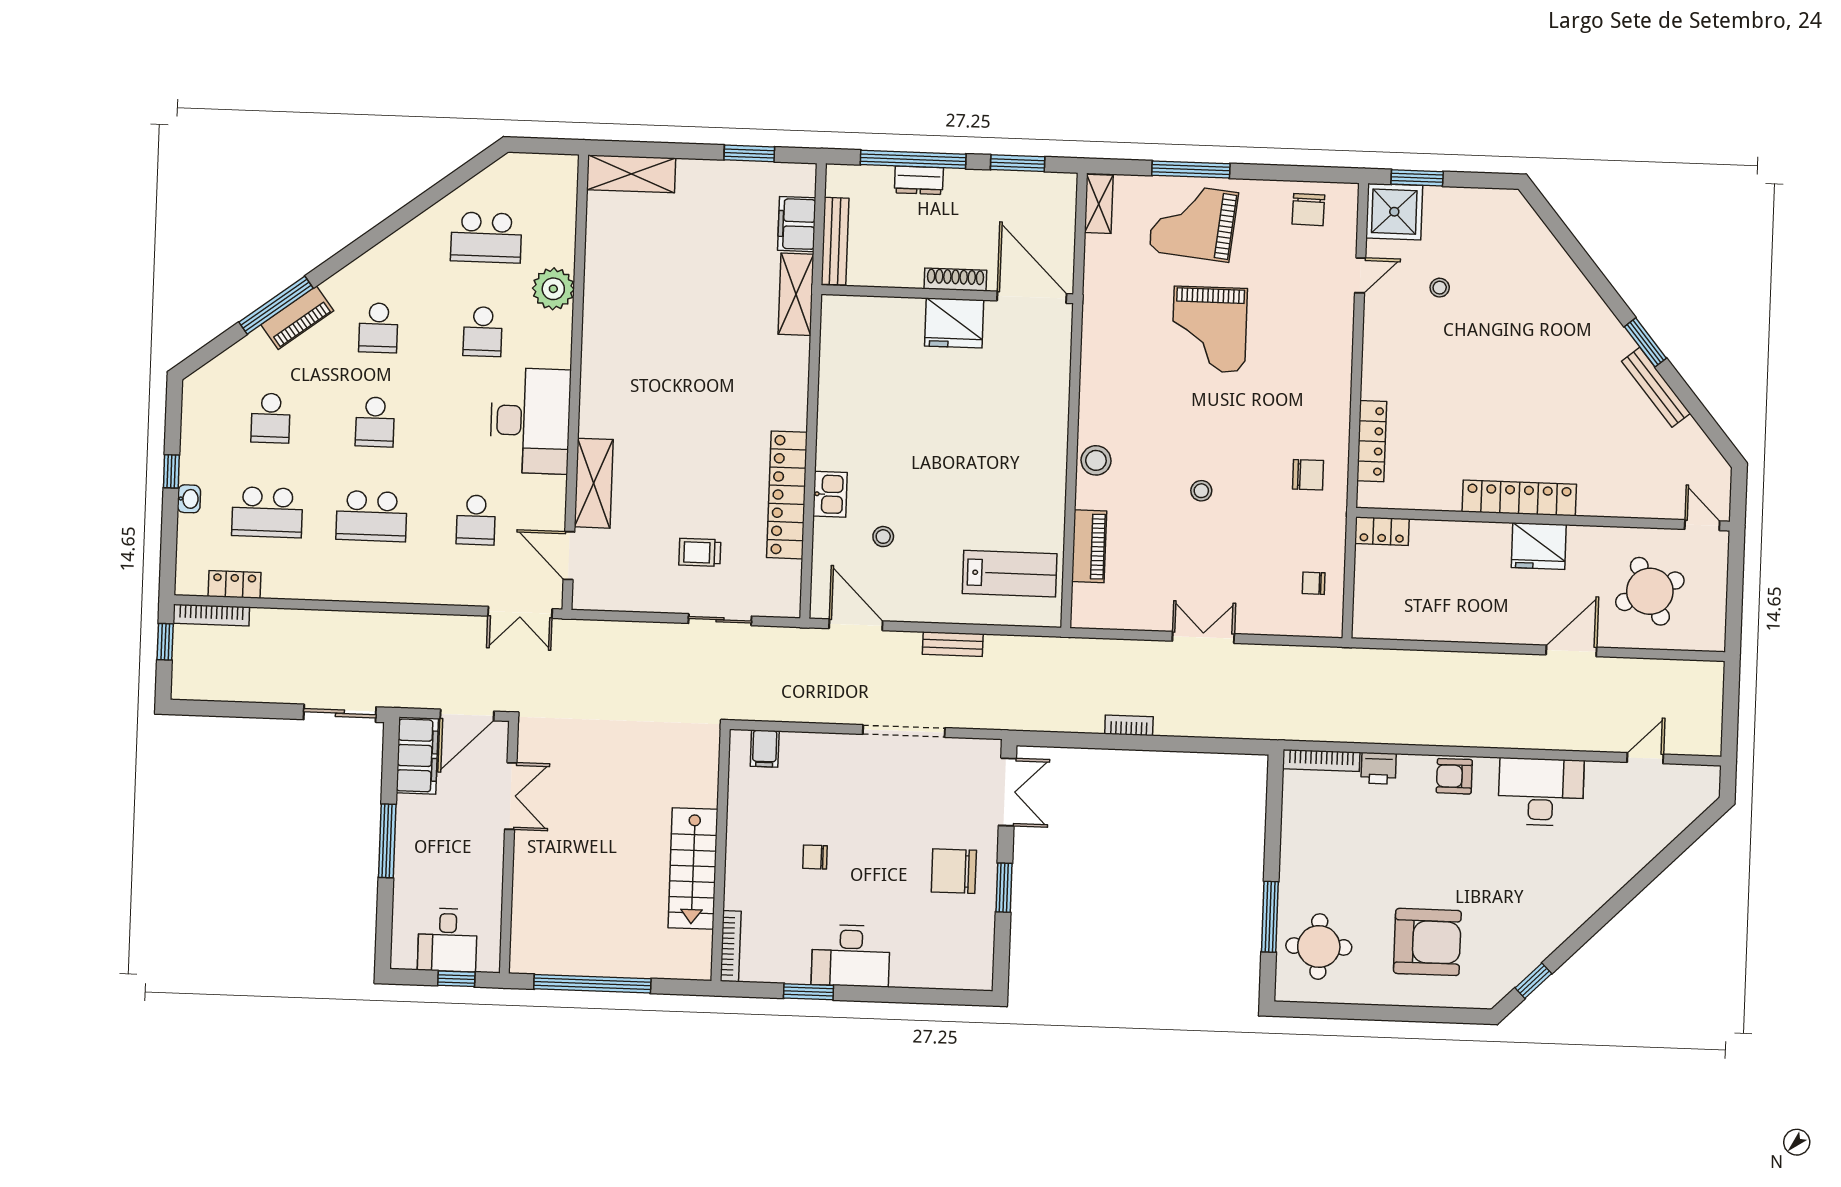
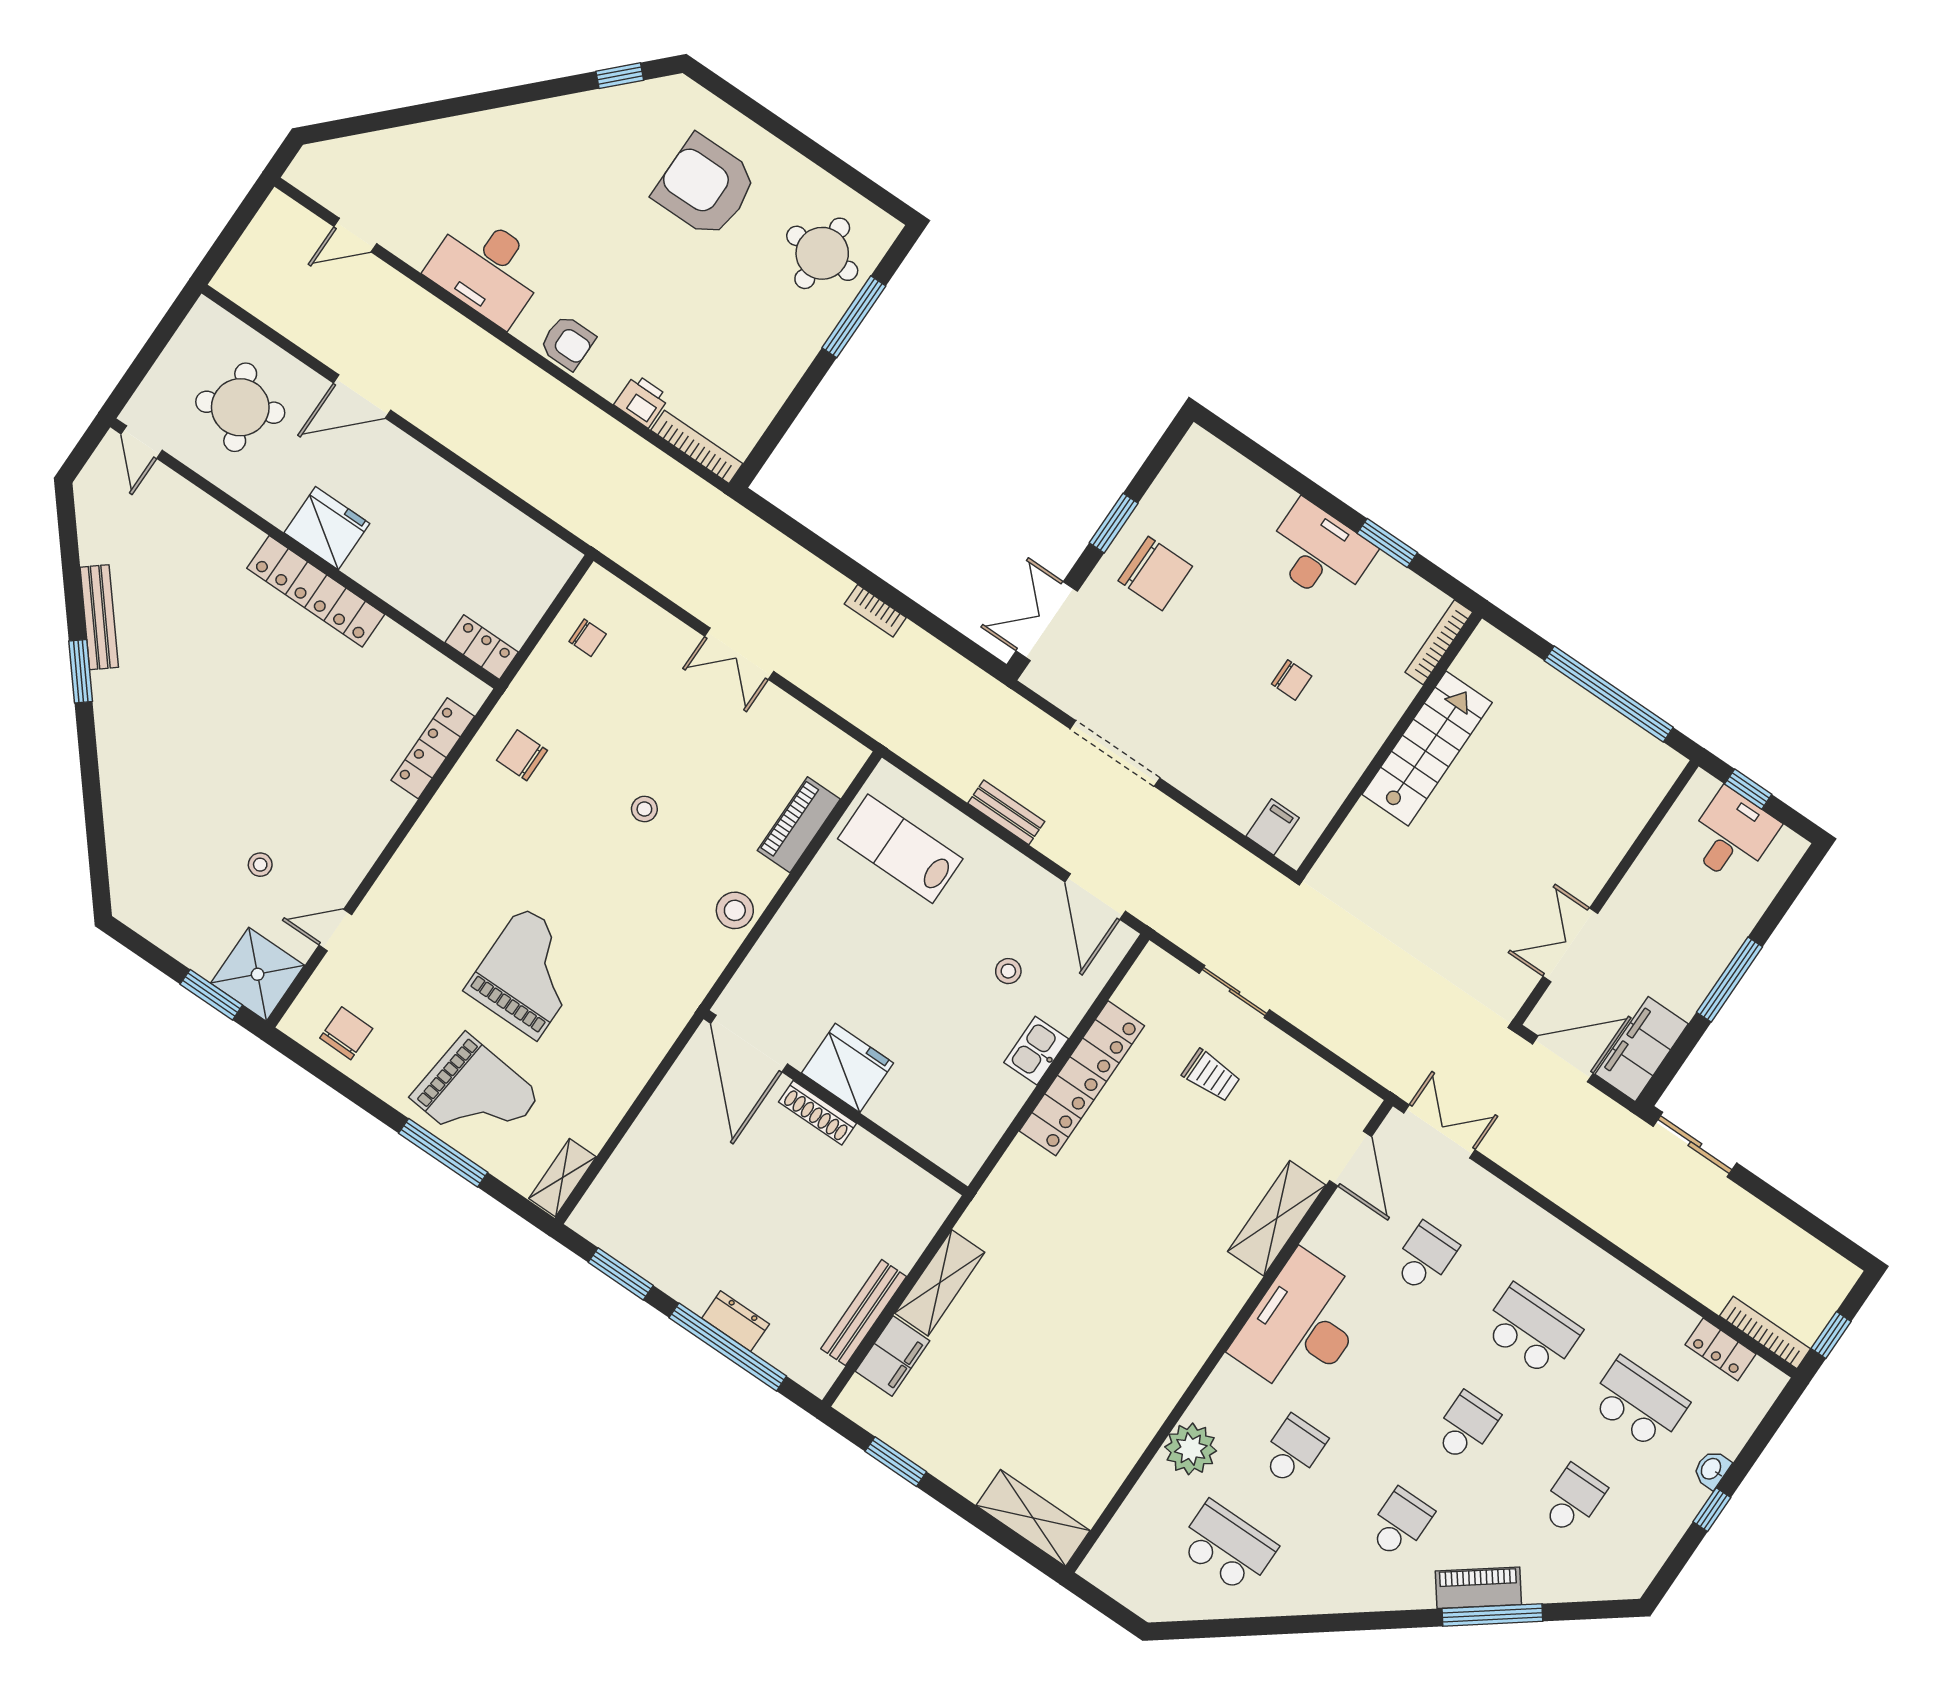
shoe rack: (955, 280) -> (818, 1113), moved
wall: (947, 294) -> (836, 1103), moved
door: (1032, 297) -> (749, 1044), moved
fridge: (954, 323) -> (848, 1068), moved

